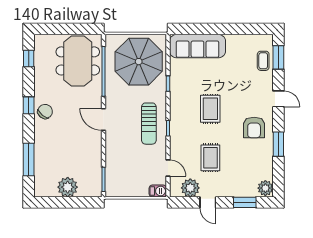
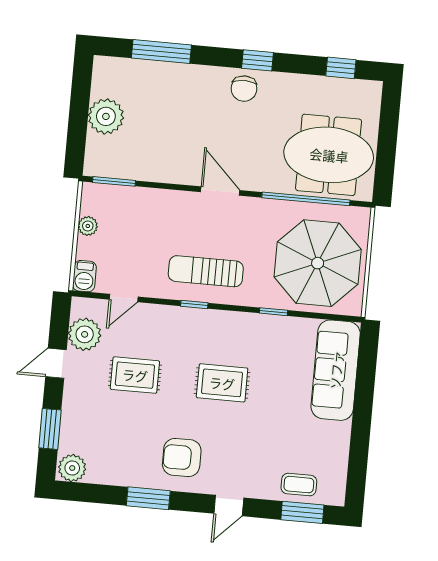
chair: (45, 111) -> (244, 89), turned 51
door: (103, 120) -> (220, 191), hinge flipped
plant: (130, 192) -> (88, 226), added

